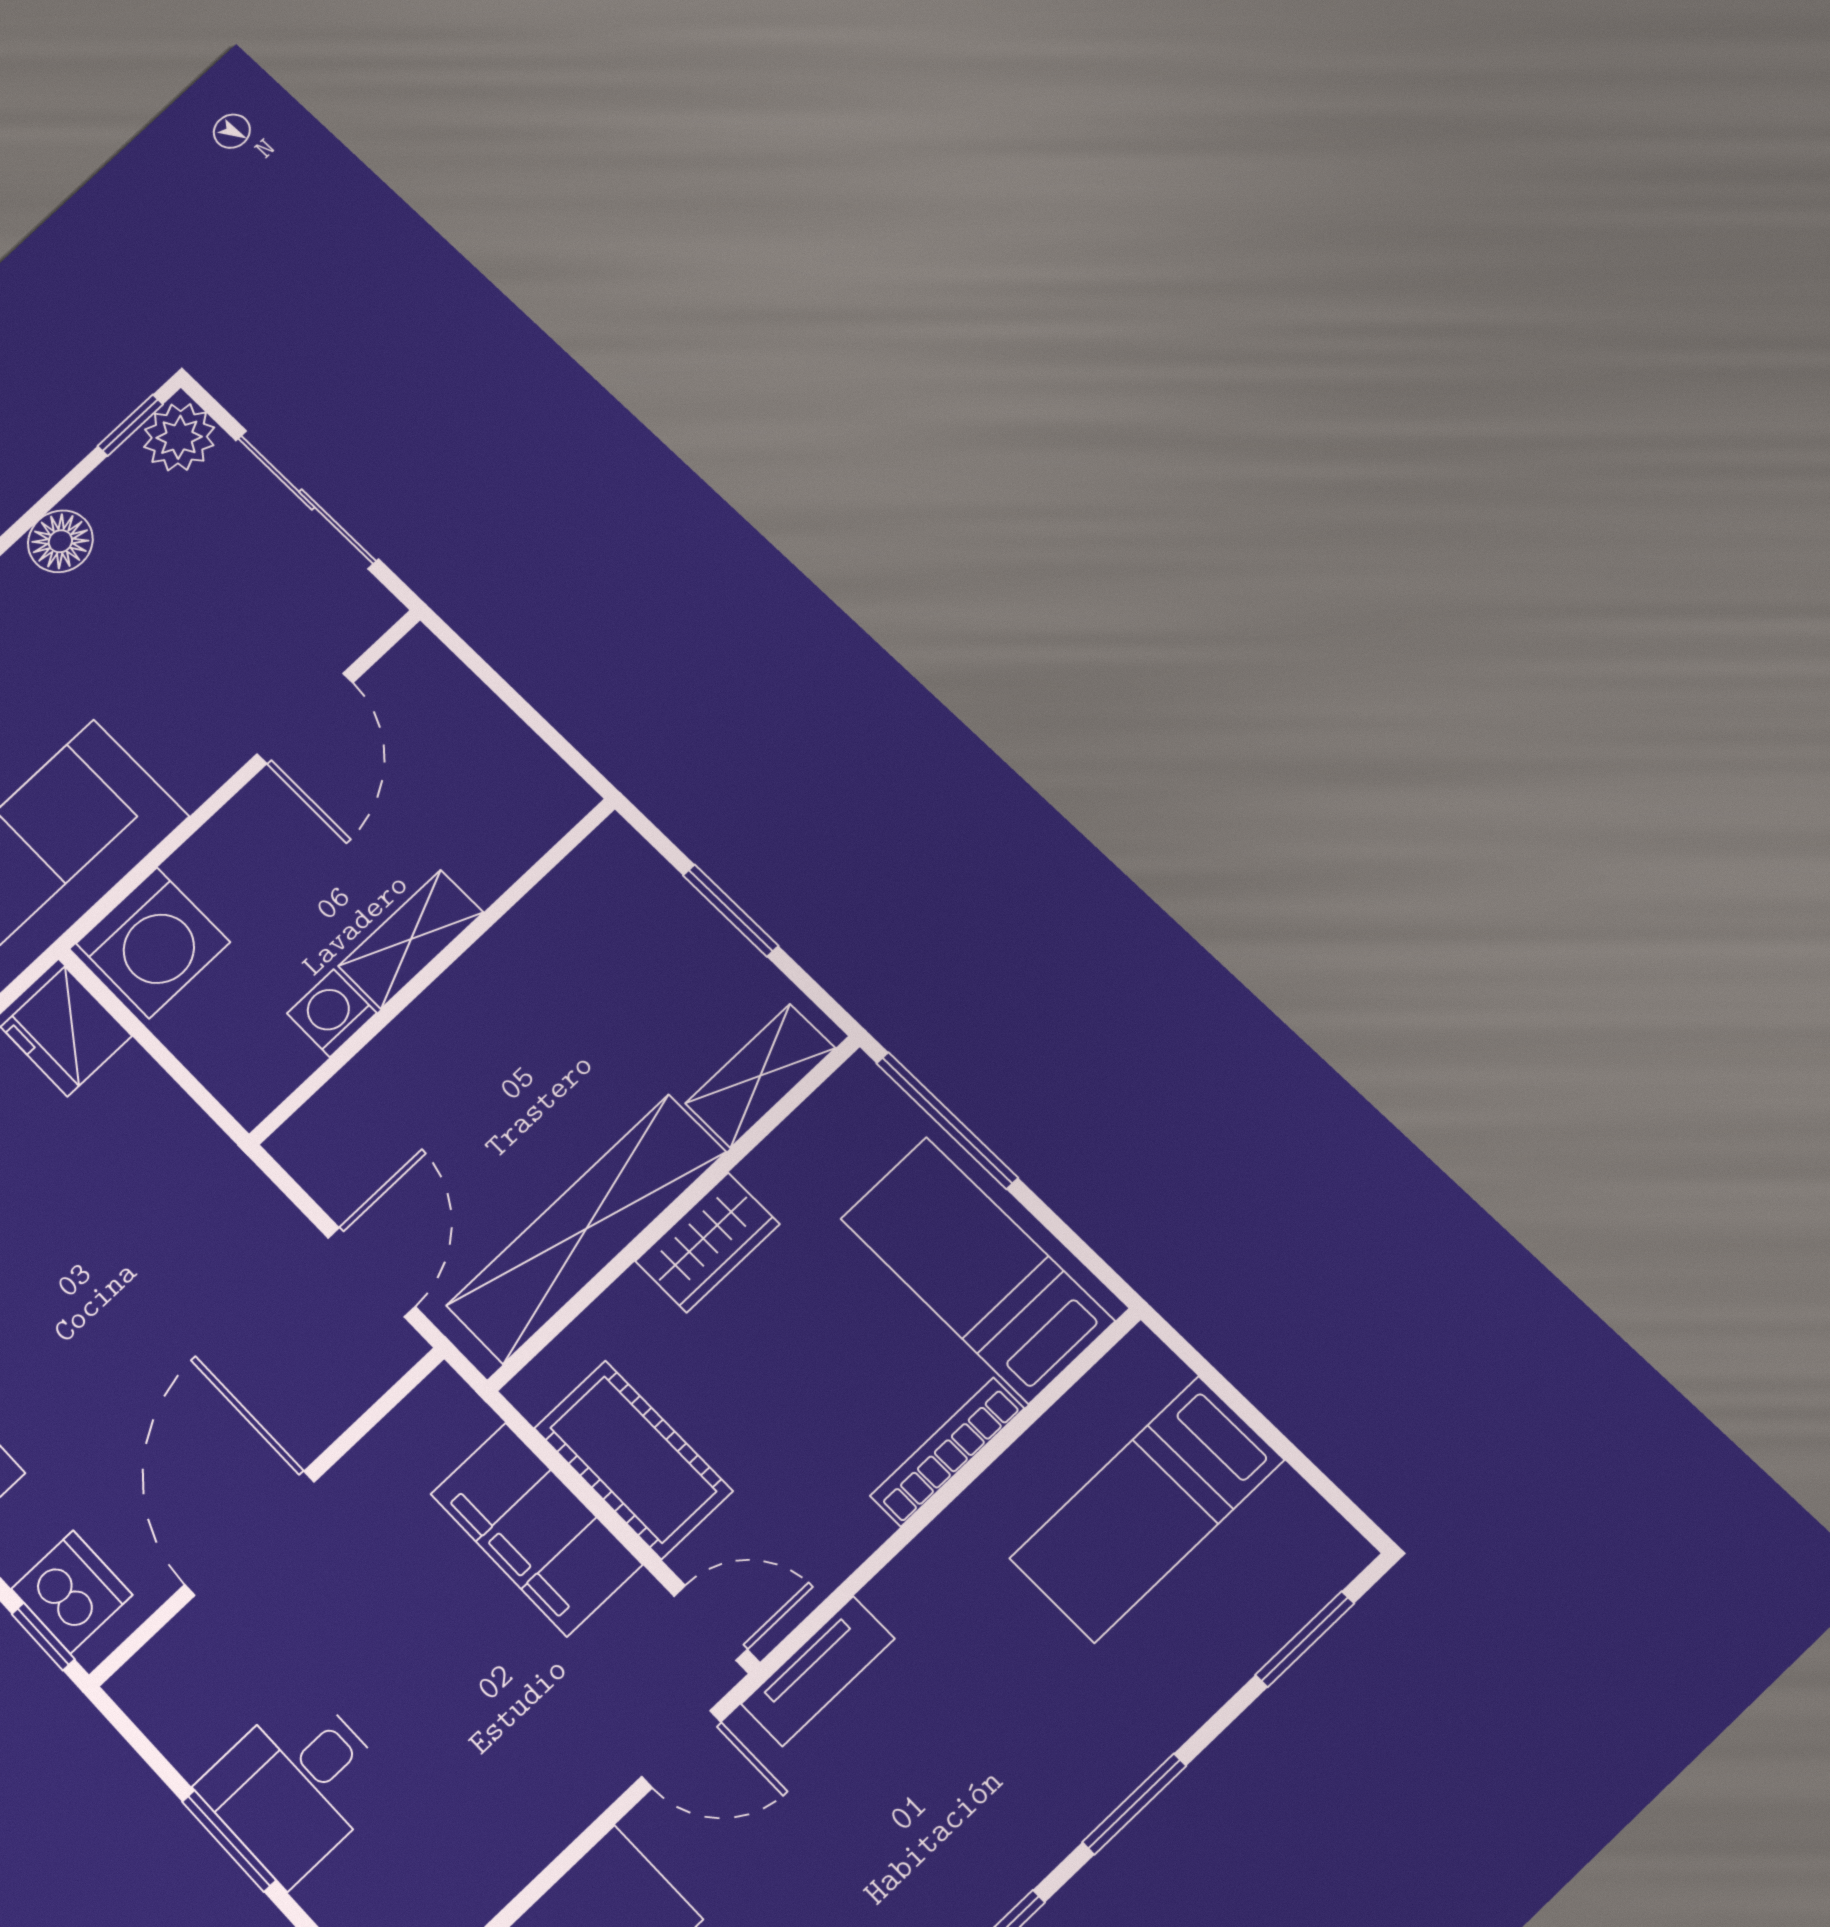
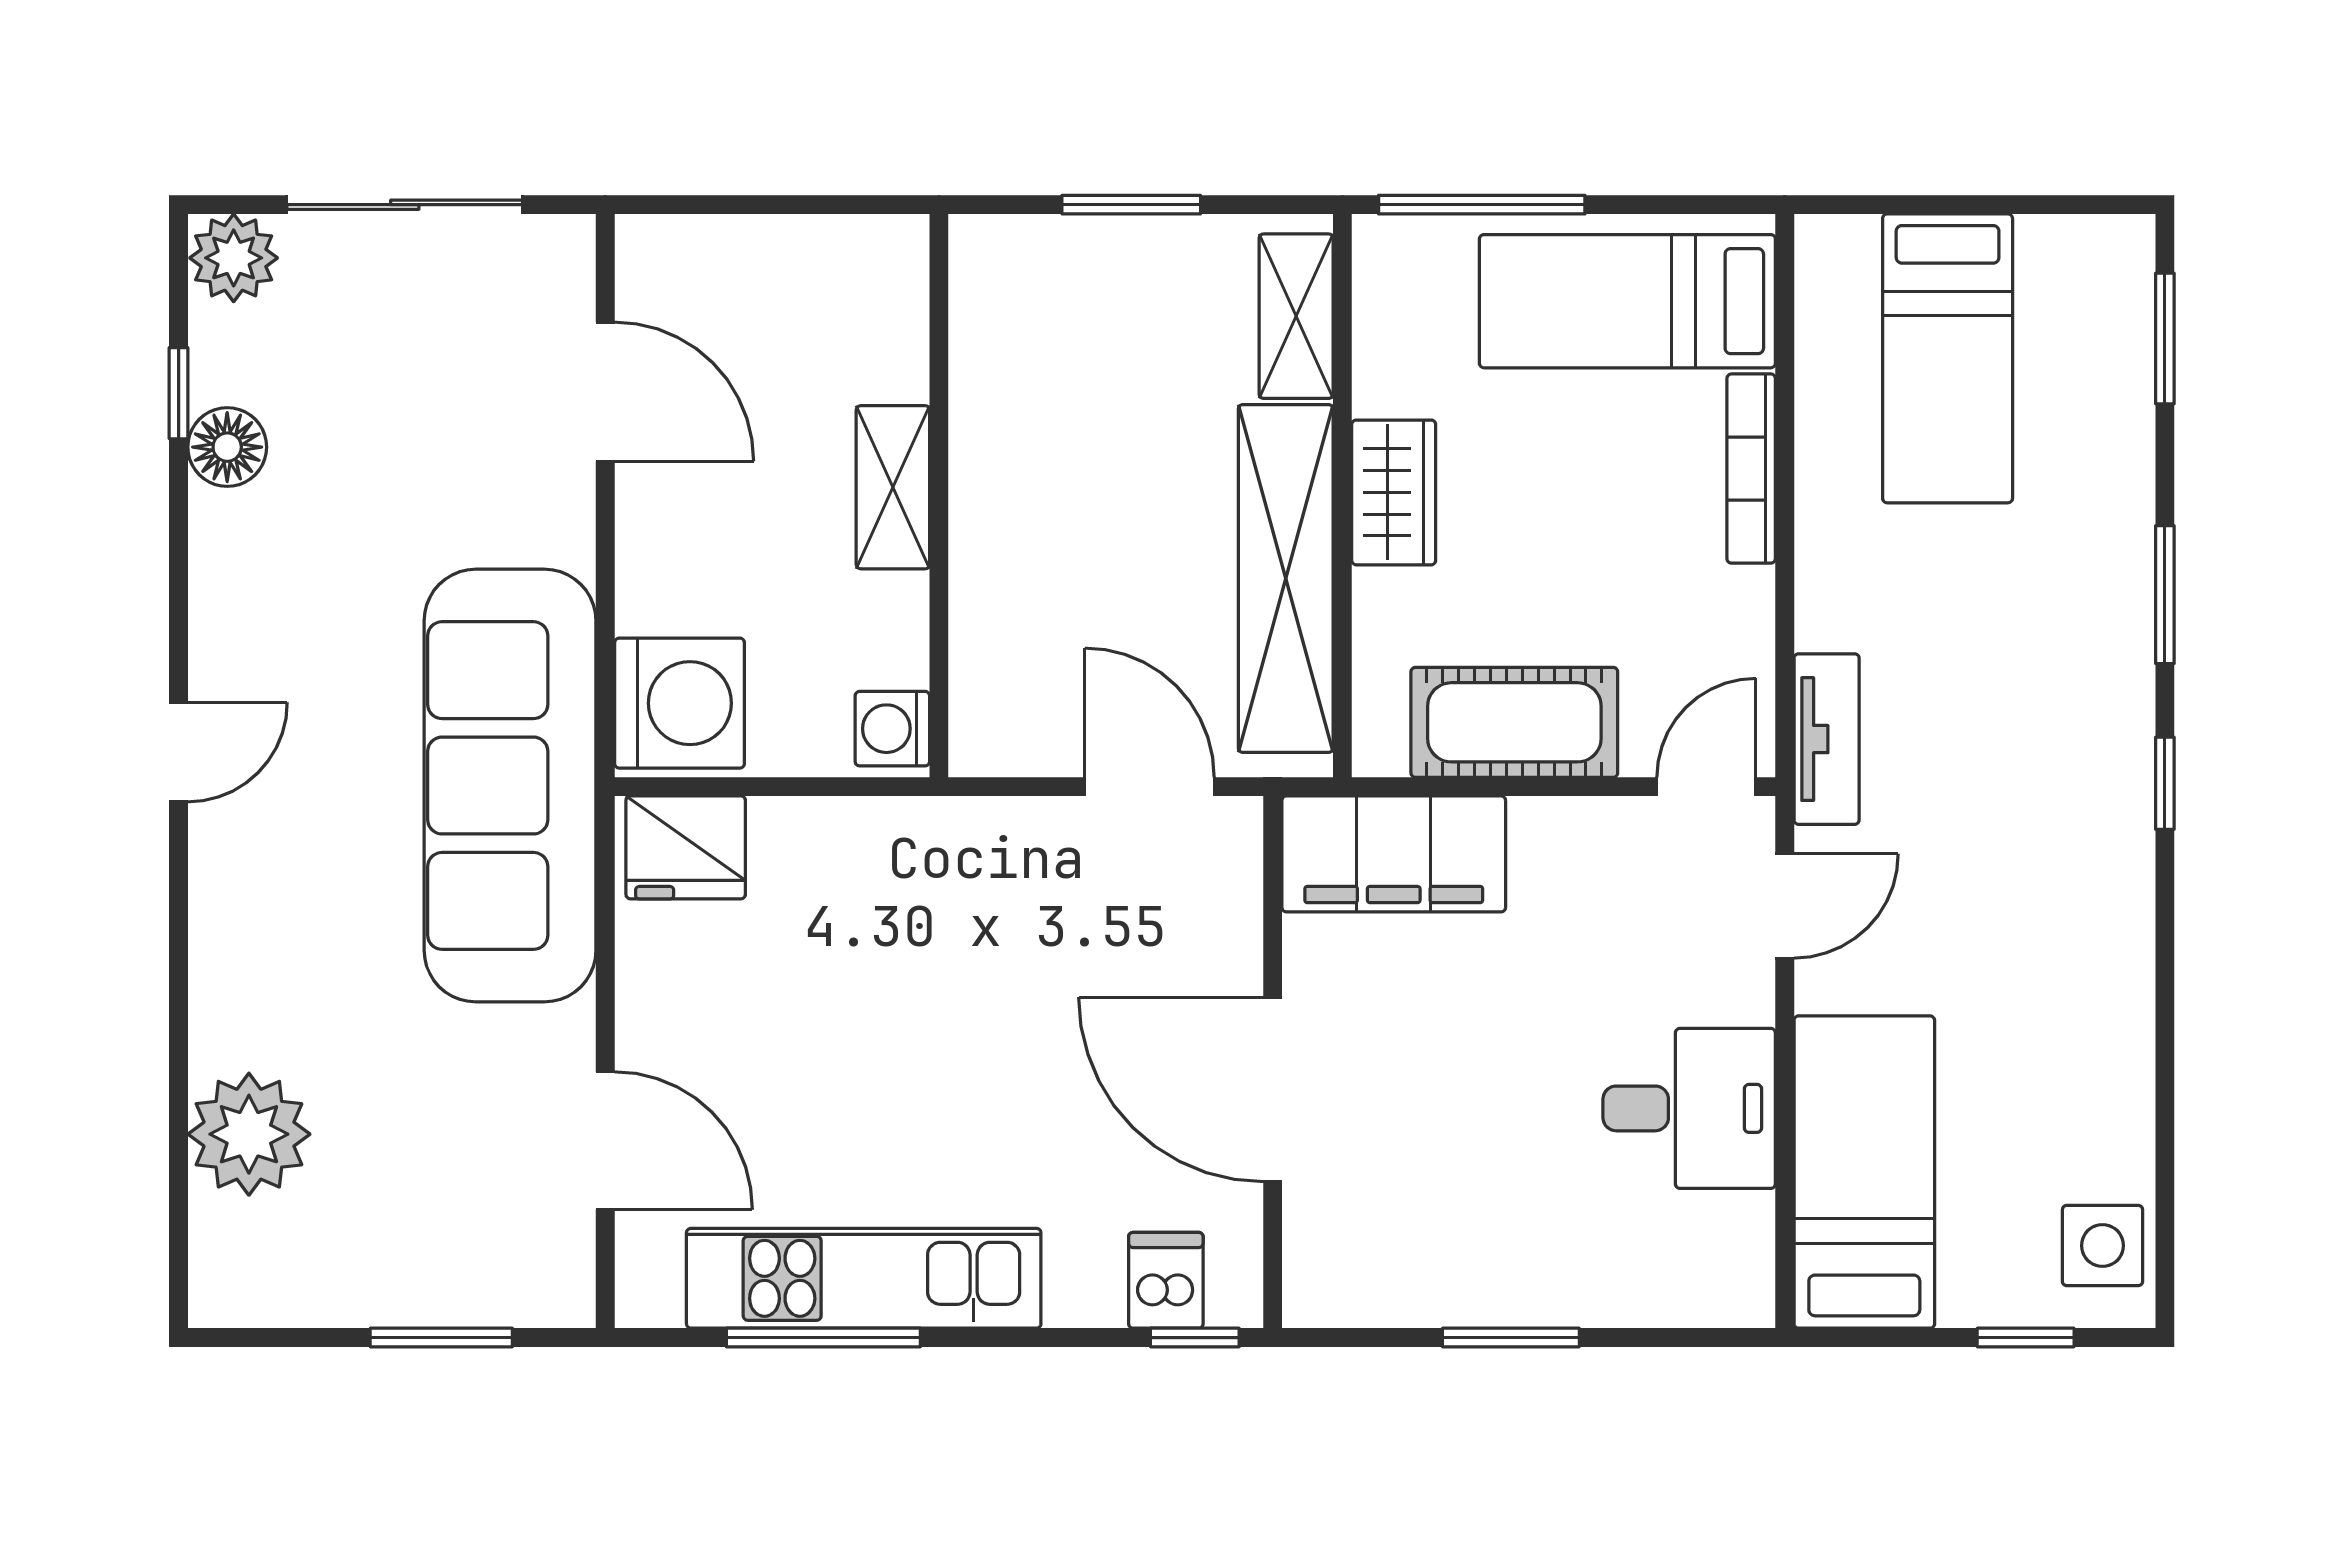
window: (130, 425) -> (179, 393), moved
washing machine: (332, 1013) -> (892, 729), moved
filing cabinet: (536, 1529) -> (1394, 854), moved
dishwasher: (72, 1592) -> (1166, 1280), width x0.73
desk: (296, 1786) -> (1689, 1108), moved, turned -90

